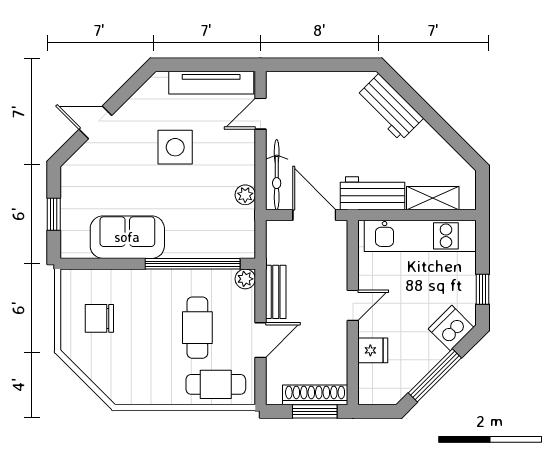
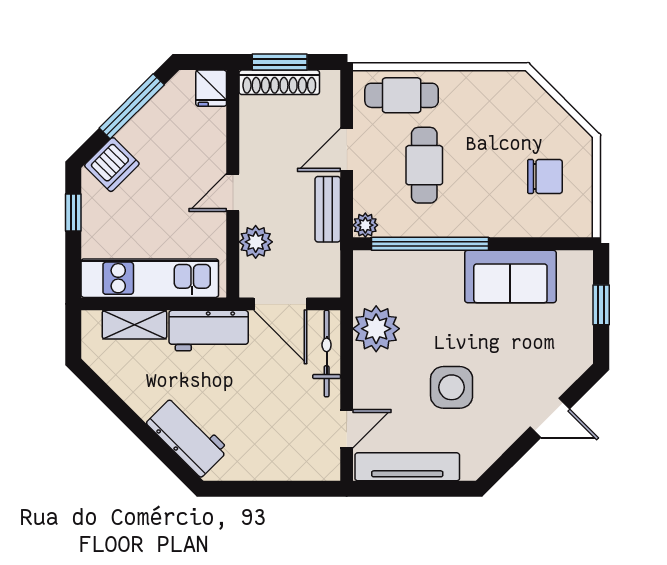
plant: (245, 195) -> (376, 329), width x1.88, depth x1.88
plant: (334, 265) -> (256, 242), added
fridge: (373, 350) -> (211, 88), moved, turned -90

